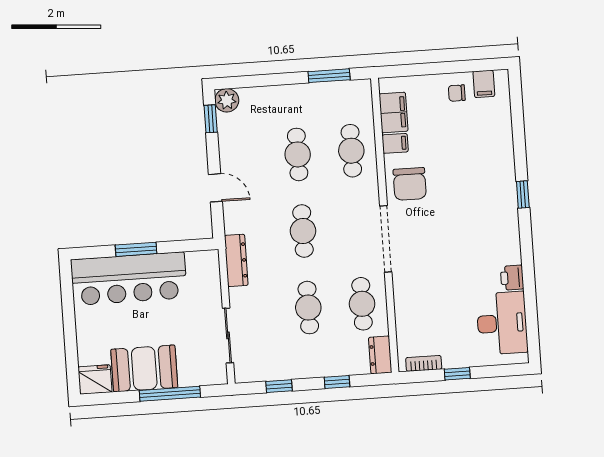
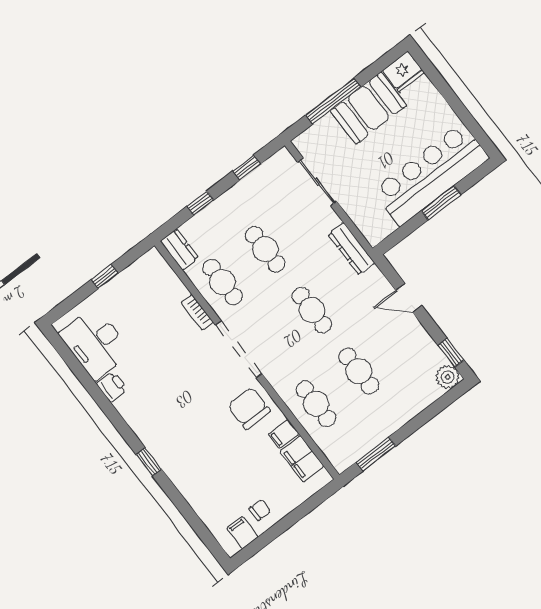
bookcase: (424, 363) -> (197, 312), moved, turned 90

